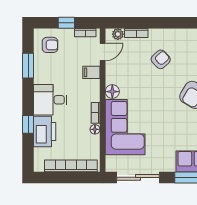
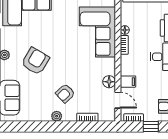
plant: (118, 34) -> (57, 116), moved
door: (103, 52) -> (118, 100), swing flipped
floor lamp: (112, 92) -> (109, 82), moved

